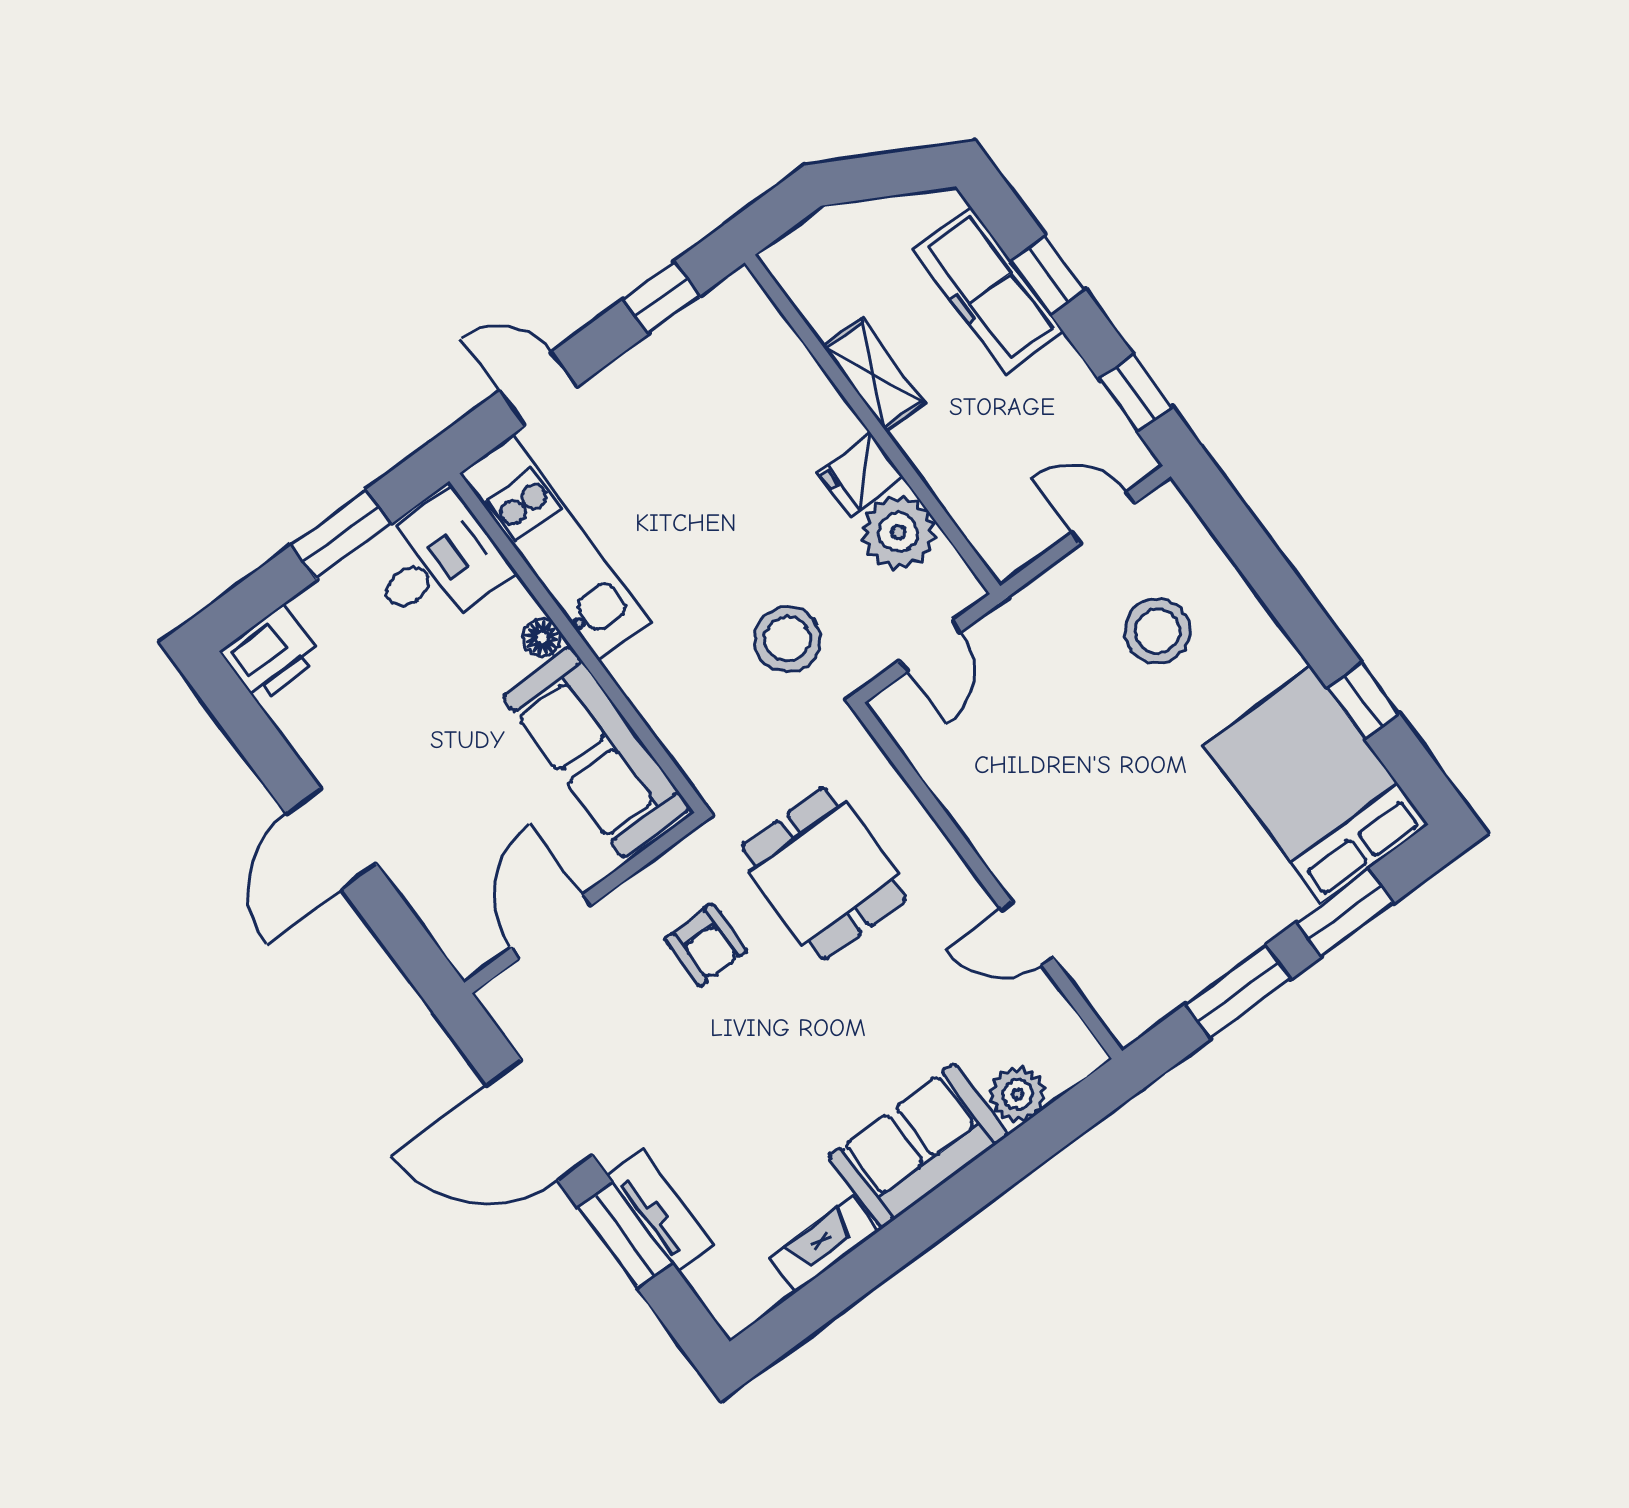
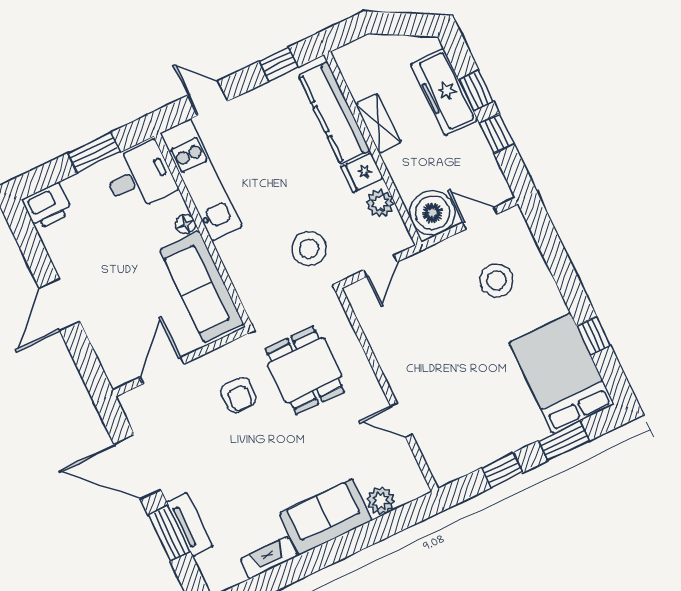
kitchen counter: (785, 371) -> (334, 113), added
window: (1135, 393) -> (497, 133), moved
boiler: (1010, 525) -> (432, 213), added
plant: (898, 532) -> (380, 203), width x0.73, depth x0.73
window: (1238, 992) -> (502, 470), width x0.67

